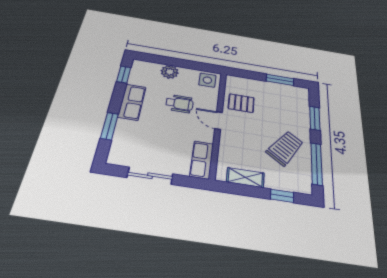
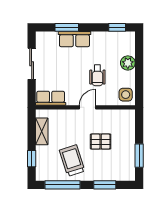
row of seats: (132, 102) -> (74, 39), moved
pallet: (241, 103) -> (101, 142), moved, turned 90
trolley: (285, 148) -> (72, 161), turned -143

